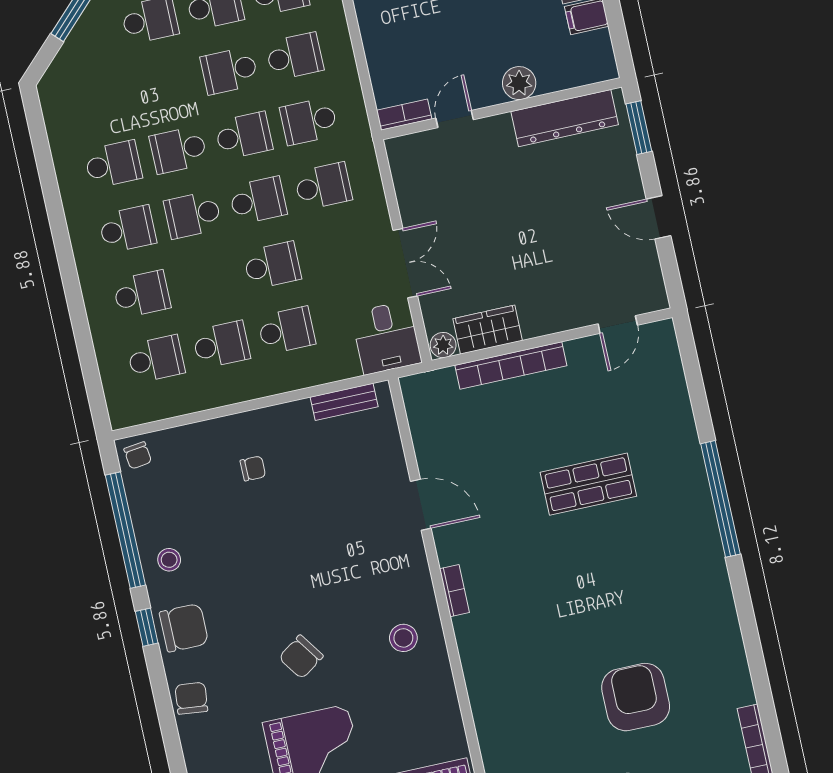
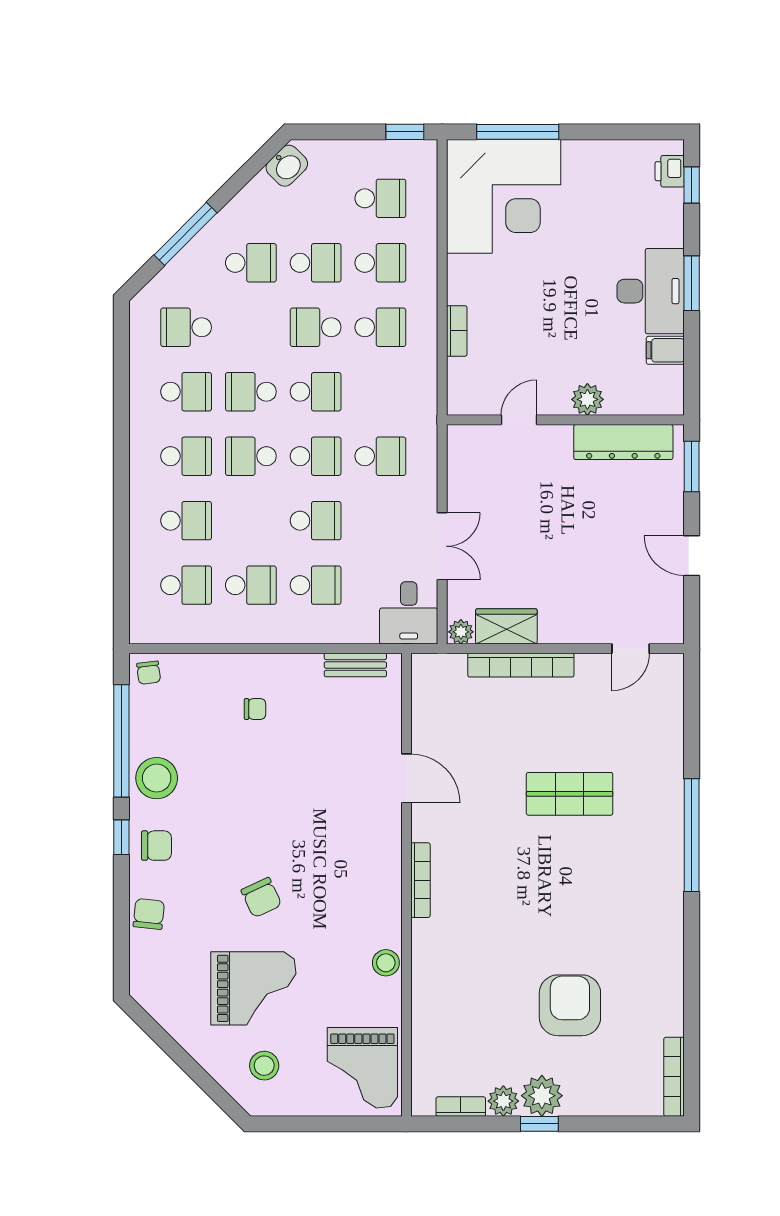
bookcase: (404, 115) -> (457, 331), moved, turned 90
school desk: (309, 121) -> (186, 327), moved
stool: (169, 560) -> (157, 778), width x1.89, depth x1.89
bookcase: (454, 591) -> (421, 880), width x1.56
chair: (184, 628) -> (156, 846), width x0.73, depth x0.73
stool: (403, 638) -> (386, 963), moved
chair: (301, 657) -> (261, 898), turned -80

